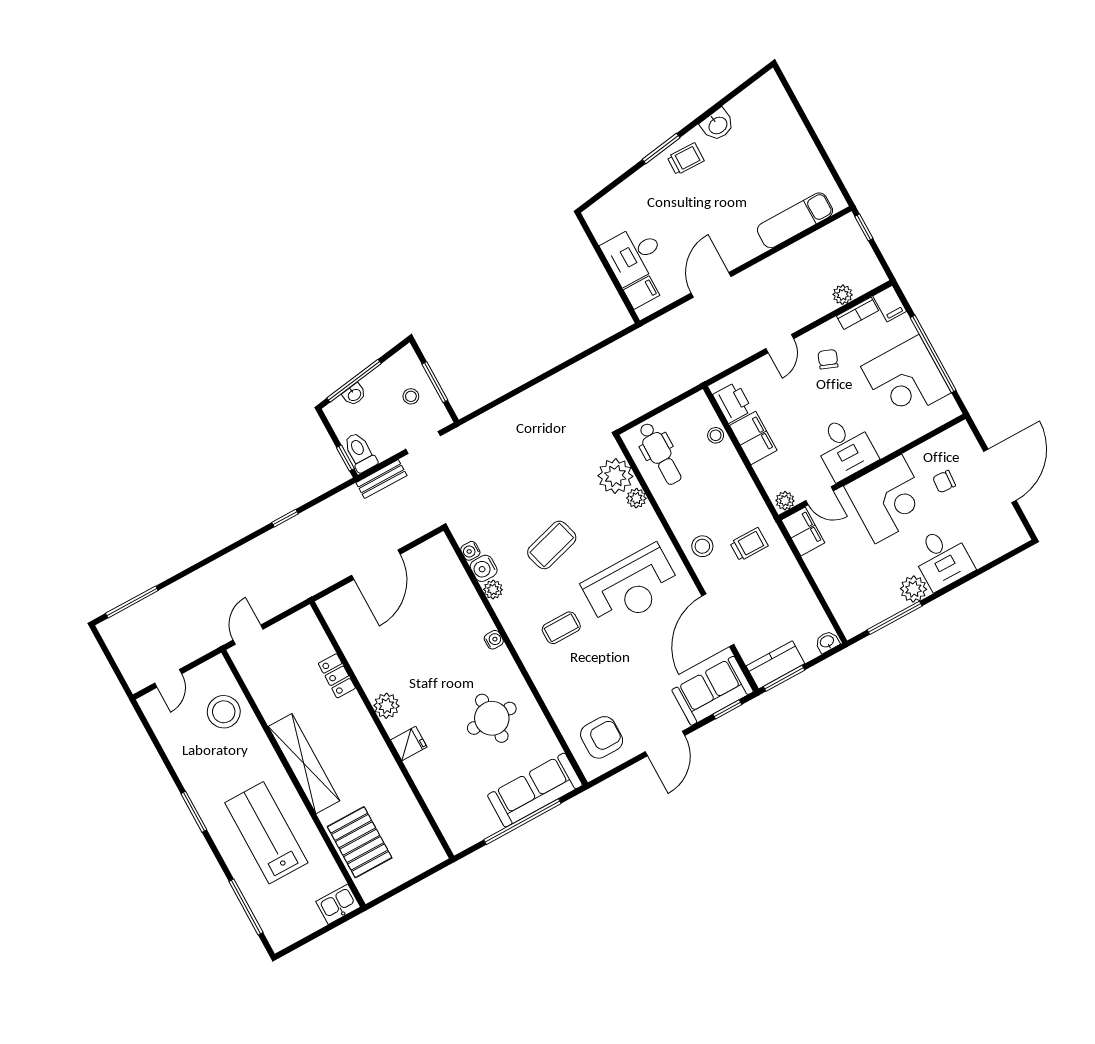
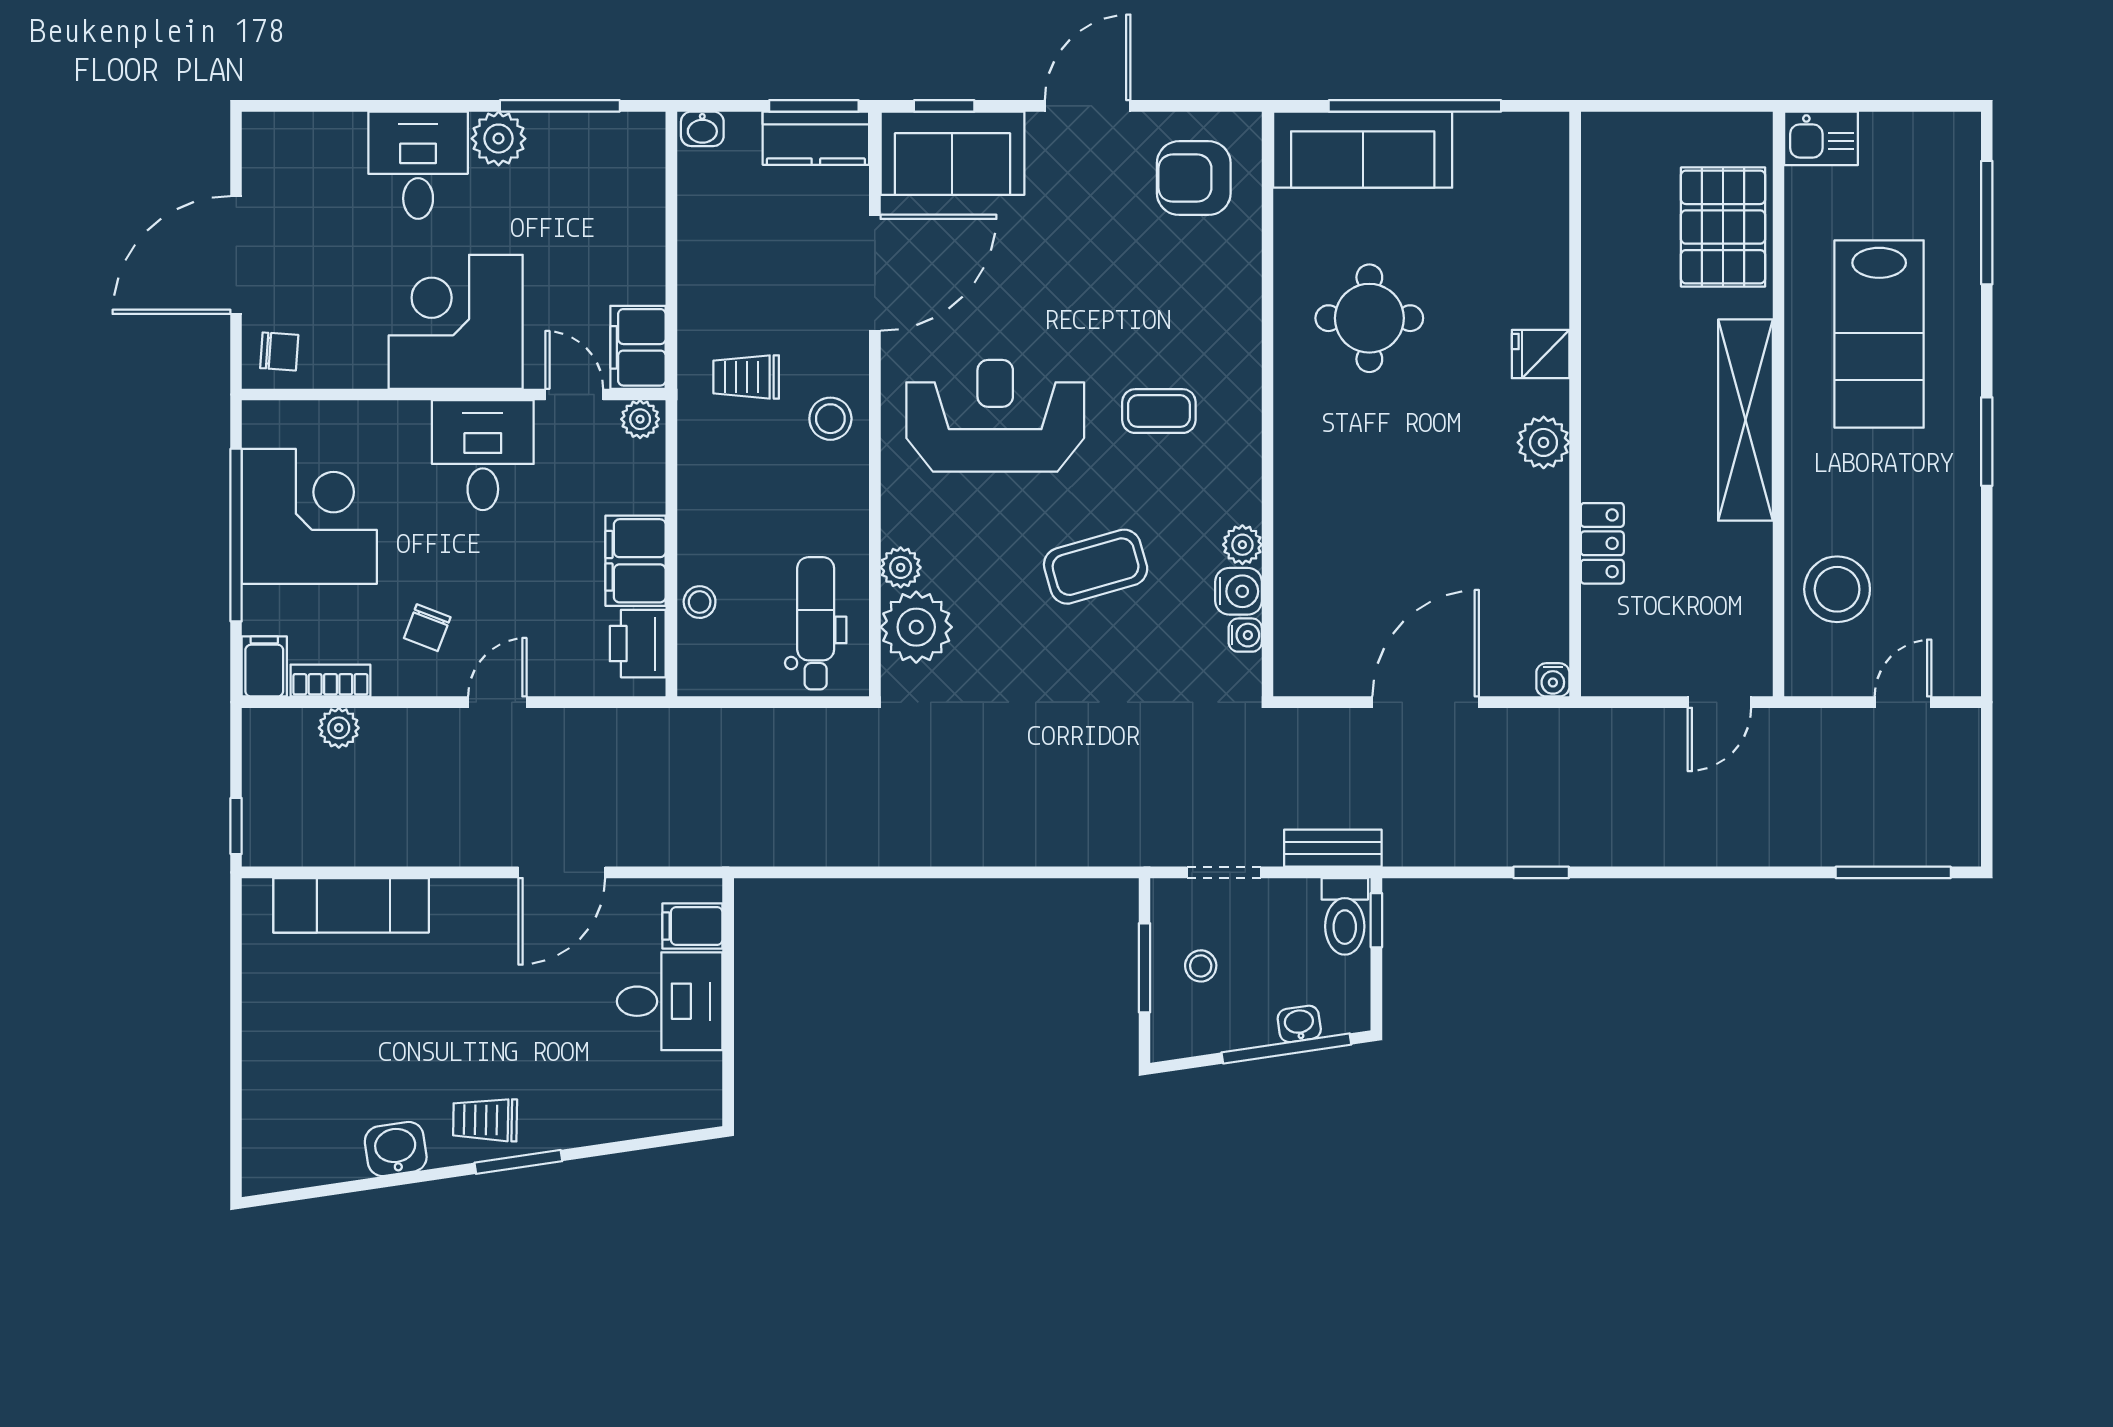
chair: (944, 482) -> (279, 351), moved
water cooler: (494, 640) -> (1553, 680), moved, turned -90

